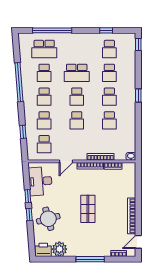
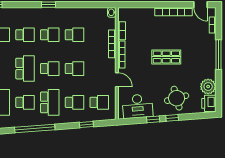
school desk: (44, 97) -> (50, 102), width x1.85

